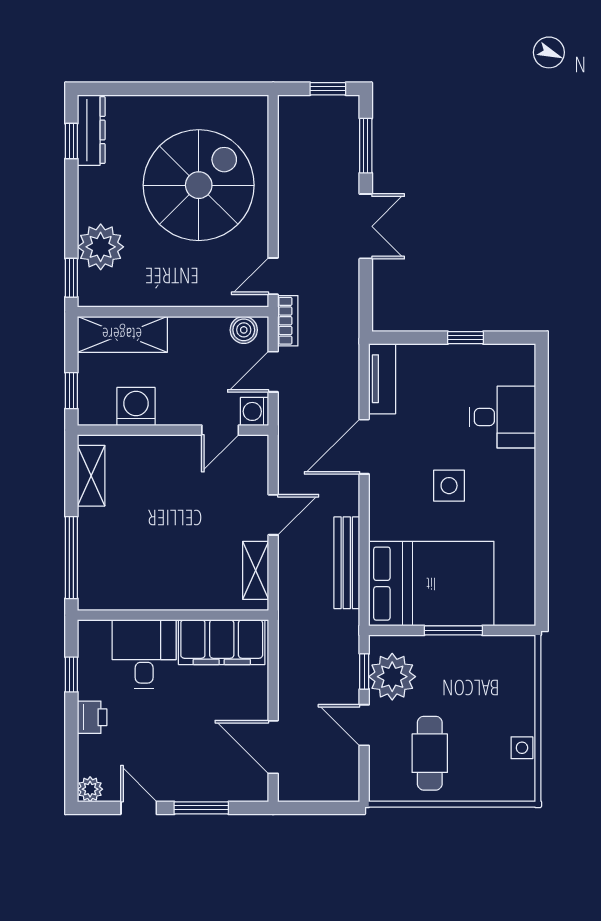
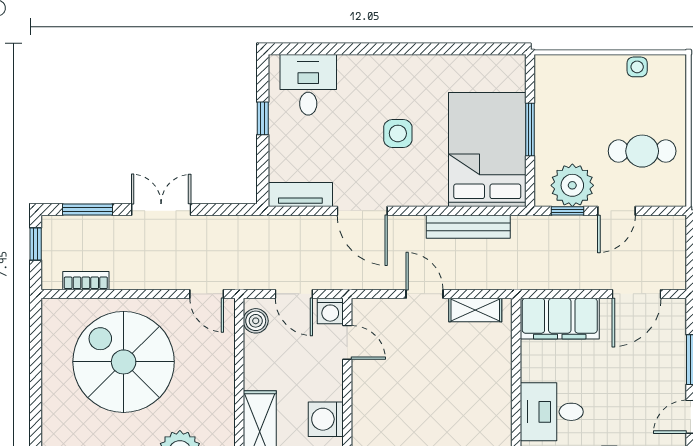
bookcase: (288, 321) -> (86, 281), moved
desk: (502, 417) -> (308, 85), moved
filing cabinet: (222, 642) -> (560, 319), moved, turned 90

